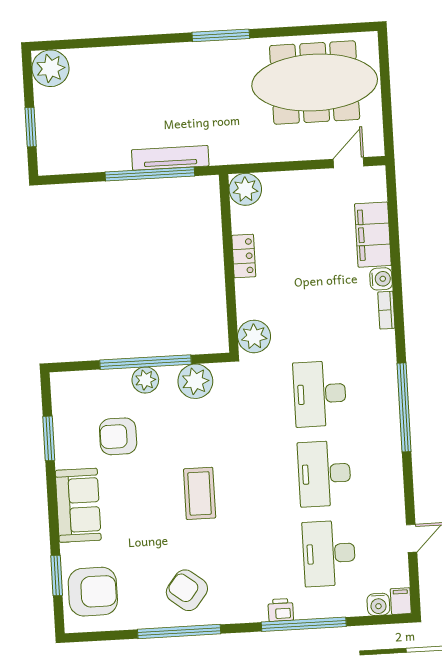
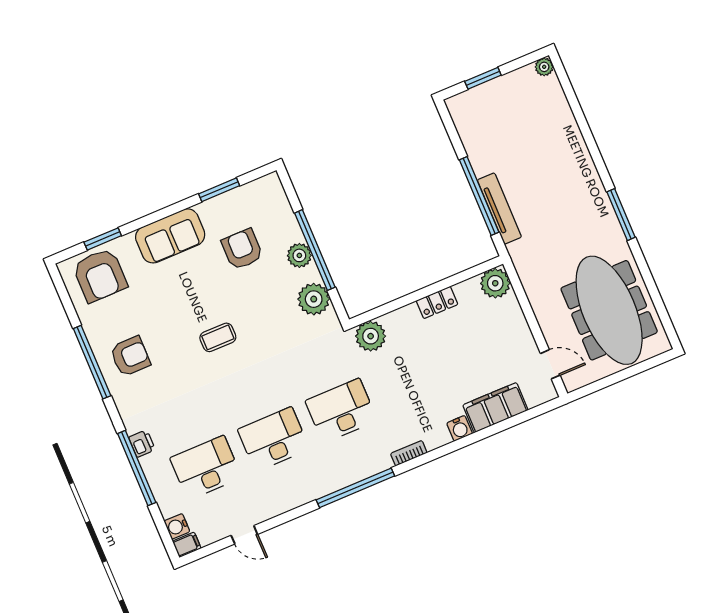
plant: (50, 68) -> (544, 67), width x0.53, depth x0.53
bookcase: (386, 310) -> (409, 453), moved
coffee table: (200, 493) -> (218, 337), width x0.73, depth x0.77
armchair: (187, 590) -> (130, 356), turned 52

